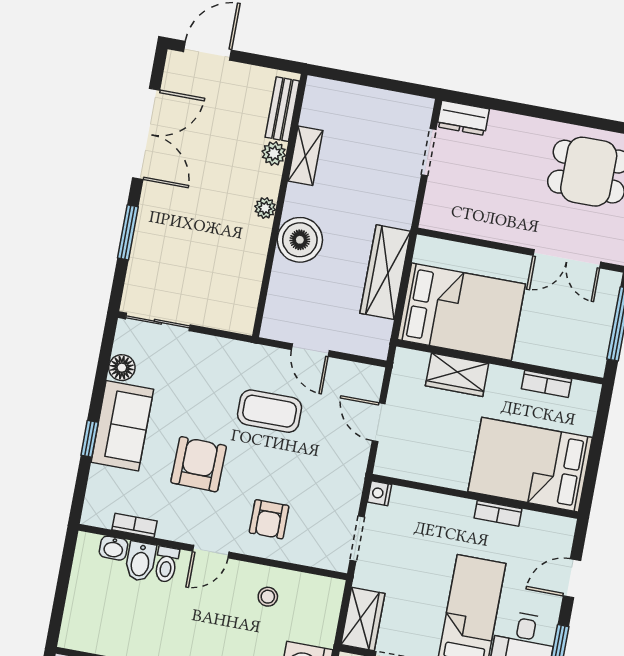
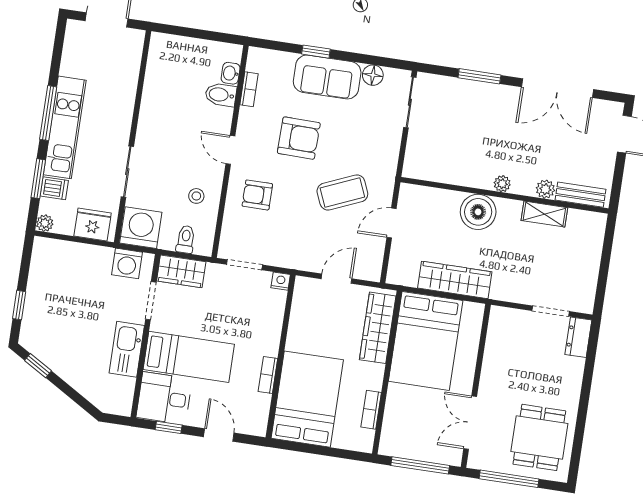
wardrobe: (457, 375) -> (378, 328), width x1.50
coffee table: (270, 411) -> (342, 193), turned 67
toilet: (166, 564) -> (186, 239), moved, turned 90

